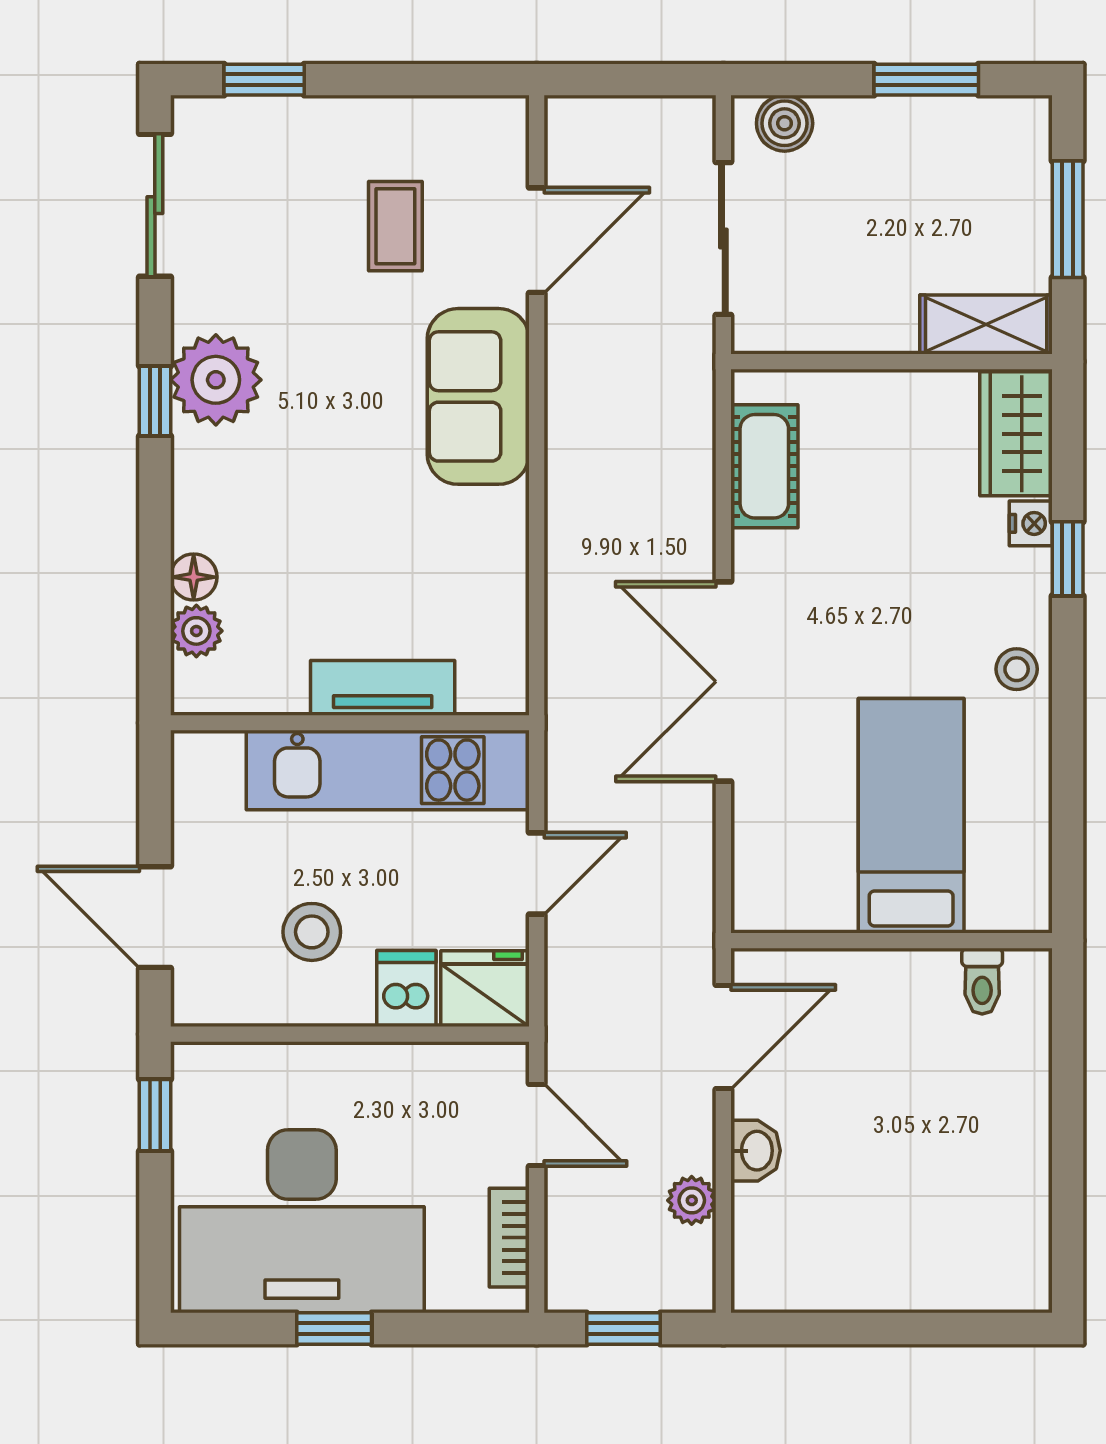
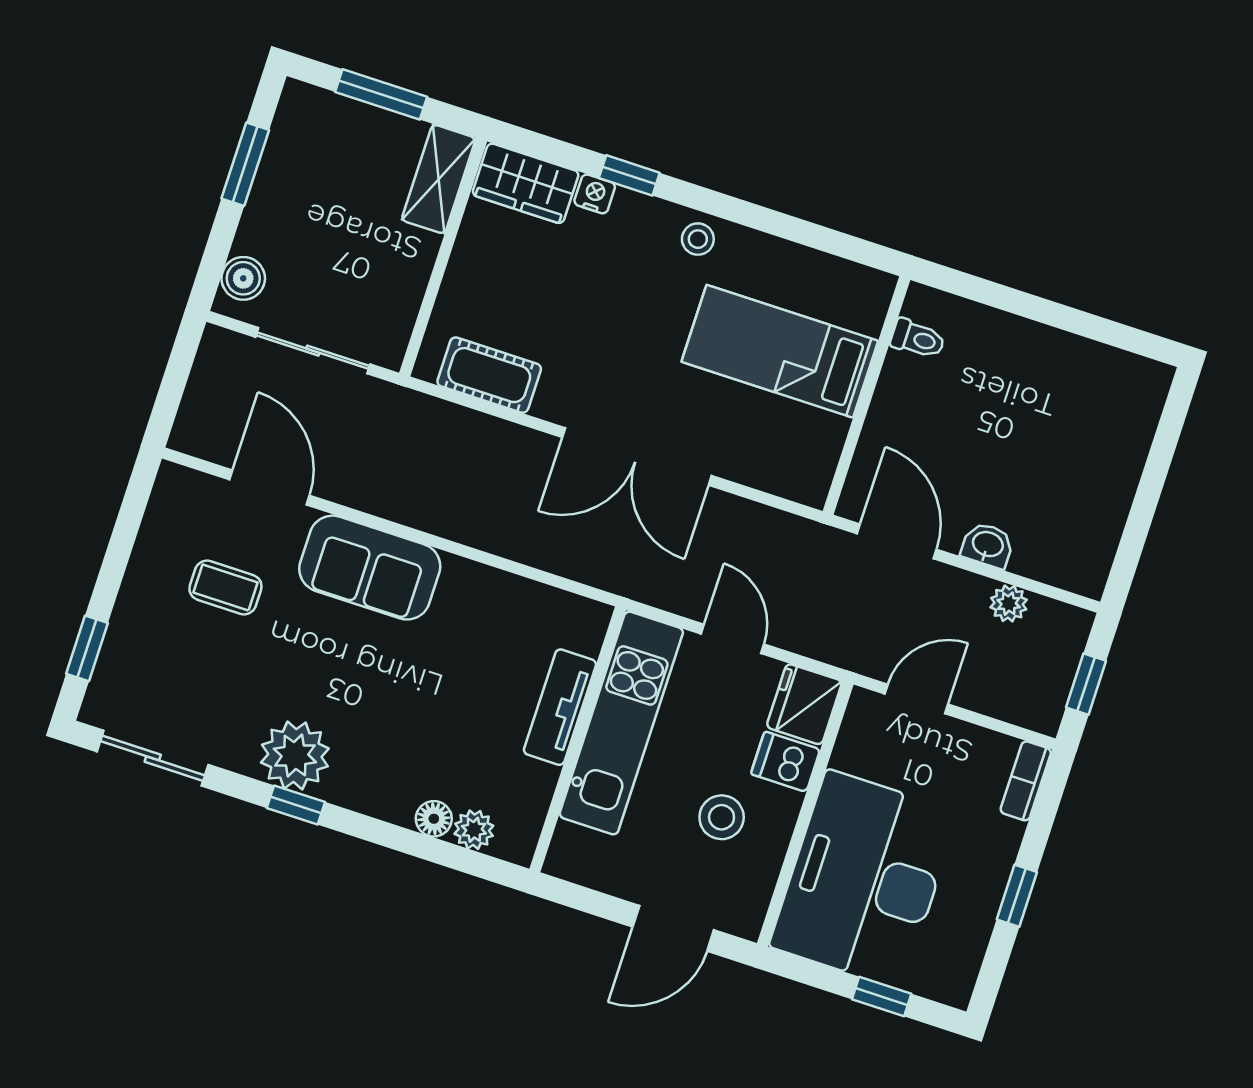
window: (155, 1115) -> (882, 996), moved
desk: (302, 1221) -> (864, 879), moved, turned 180
bookcase: (509, 1238) -> (1026, 781), moved, turned 90

